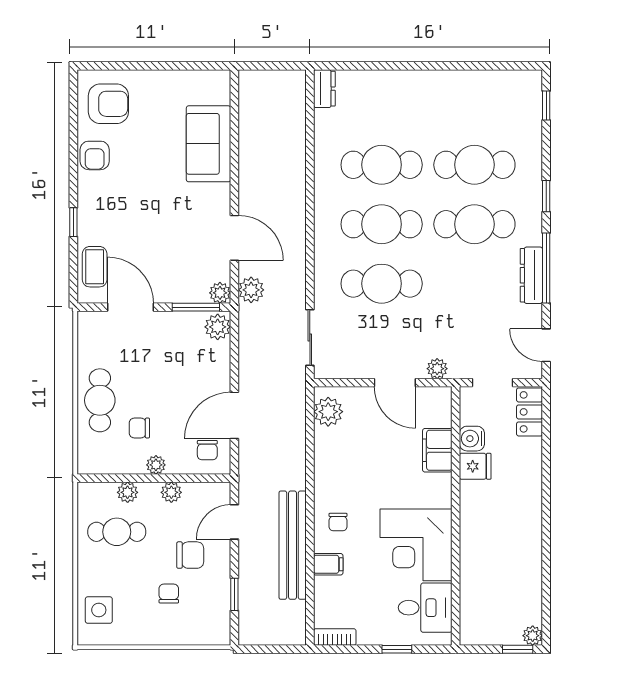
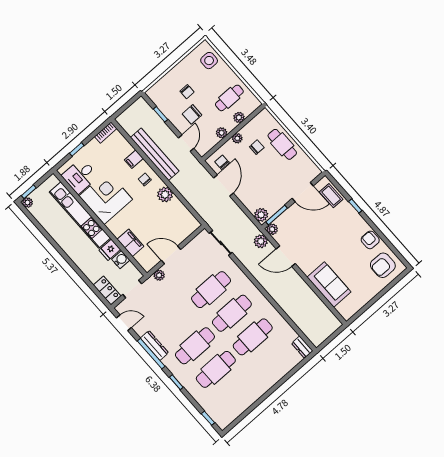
plant: (328, 412) -> (165, 195), moved
kitchen unit: (474, 553) -> (80, 215), added

